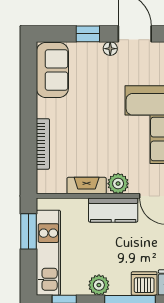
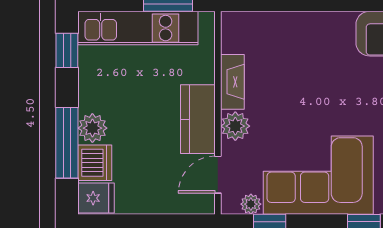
bookcase: (43, 144) -> (291, 20), removed
plant: (99, 285) -> (92, 128), moved

